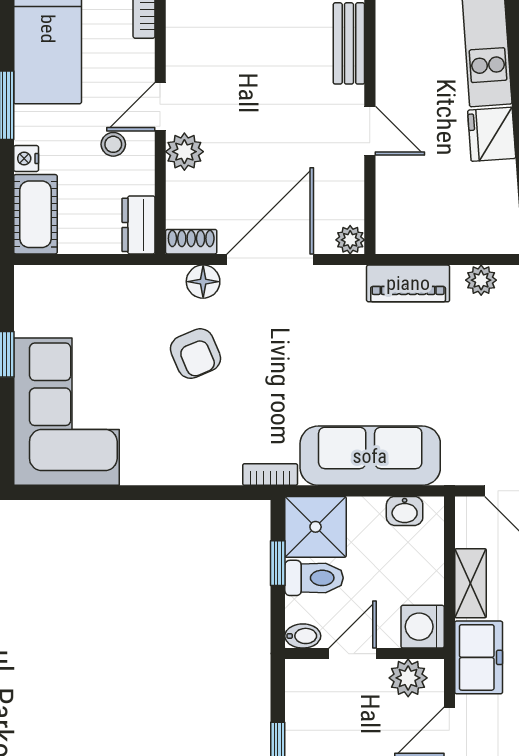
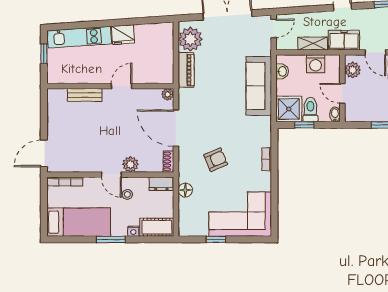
plant: (481, 280) -> (190, 39), width x1.88, depth x1.88
floor lamp: (203, 282) -> (185, 190), moved
bookcase: (270, 475) -> (267, 159), moved
washing machine: (423, 627) -> (316, 64), moved

